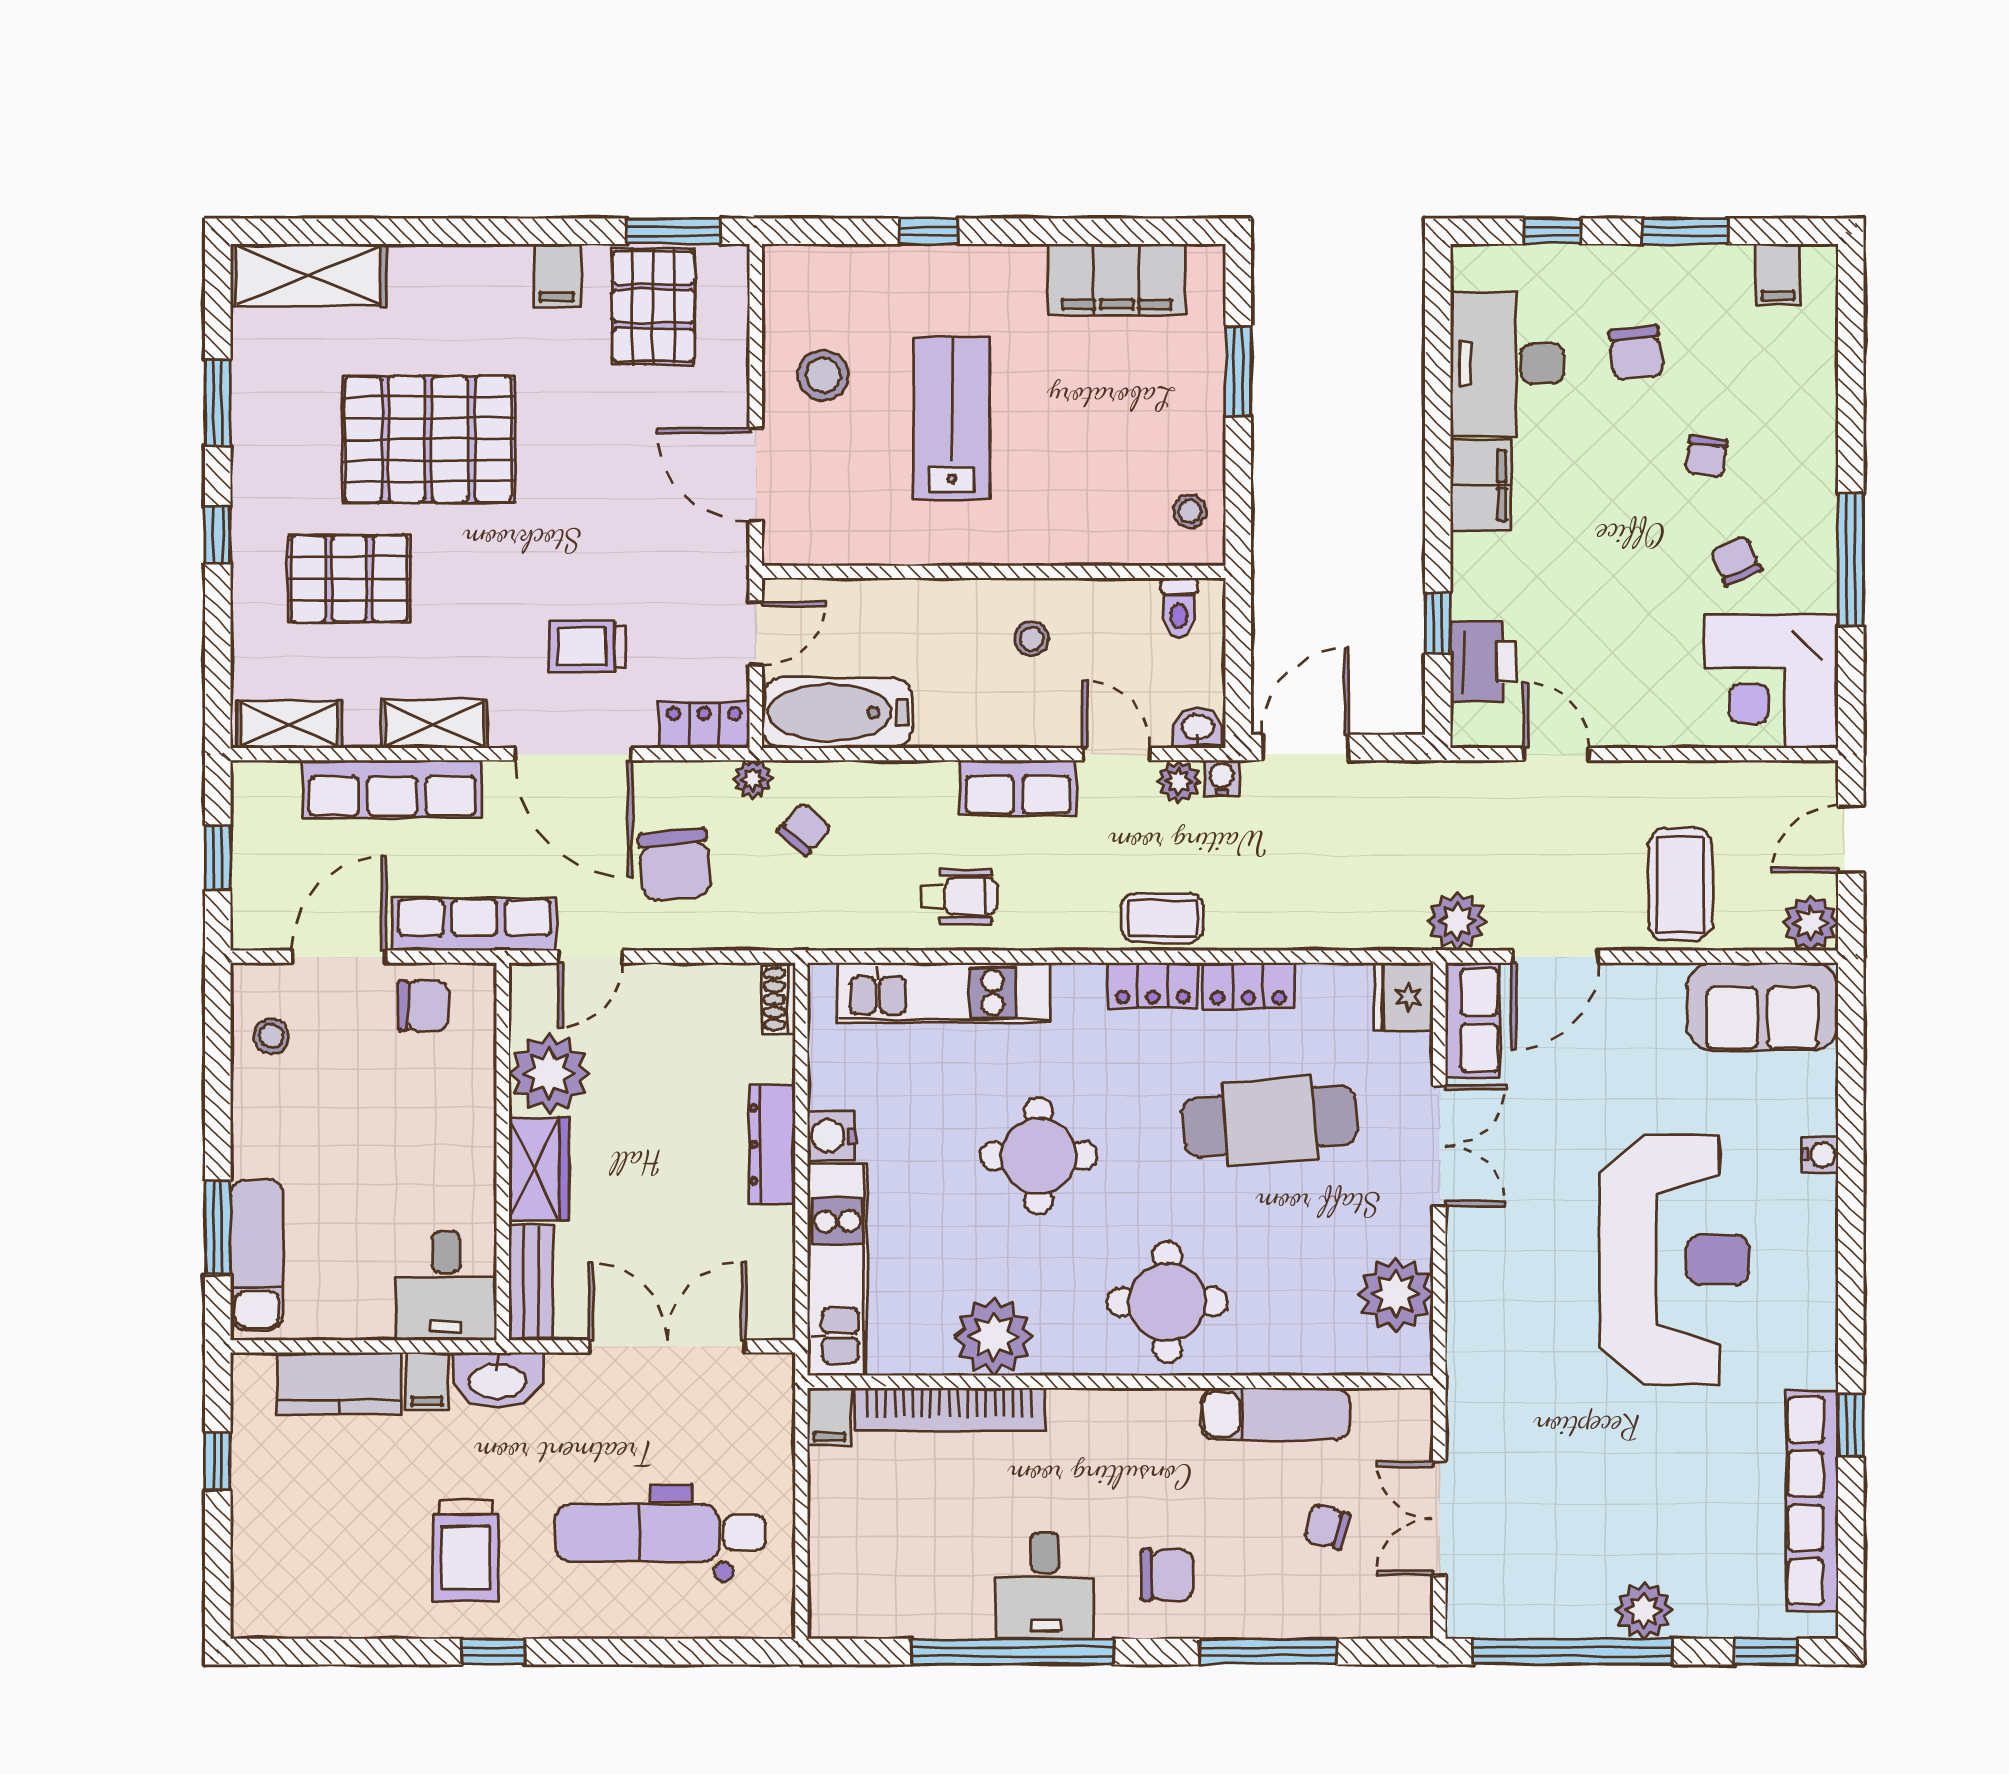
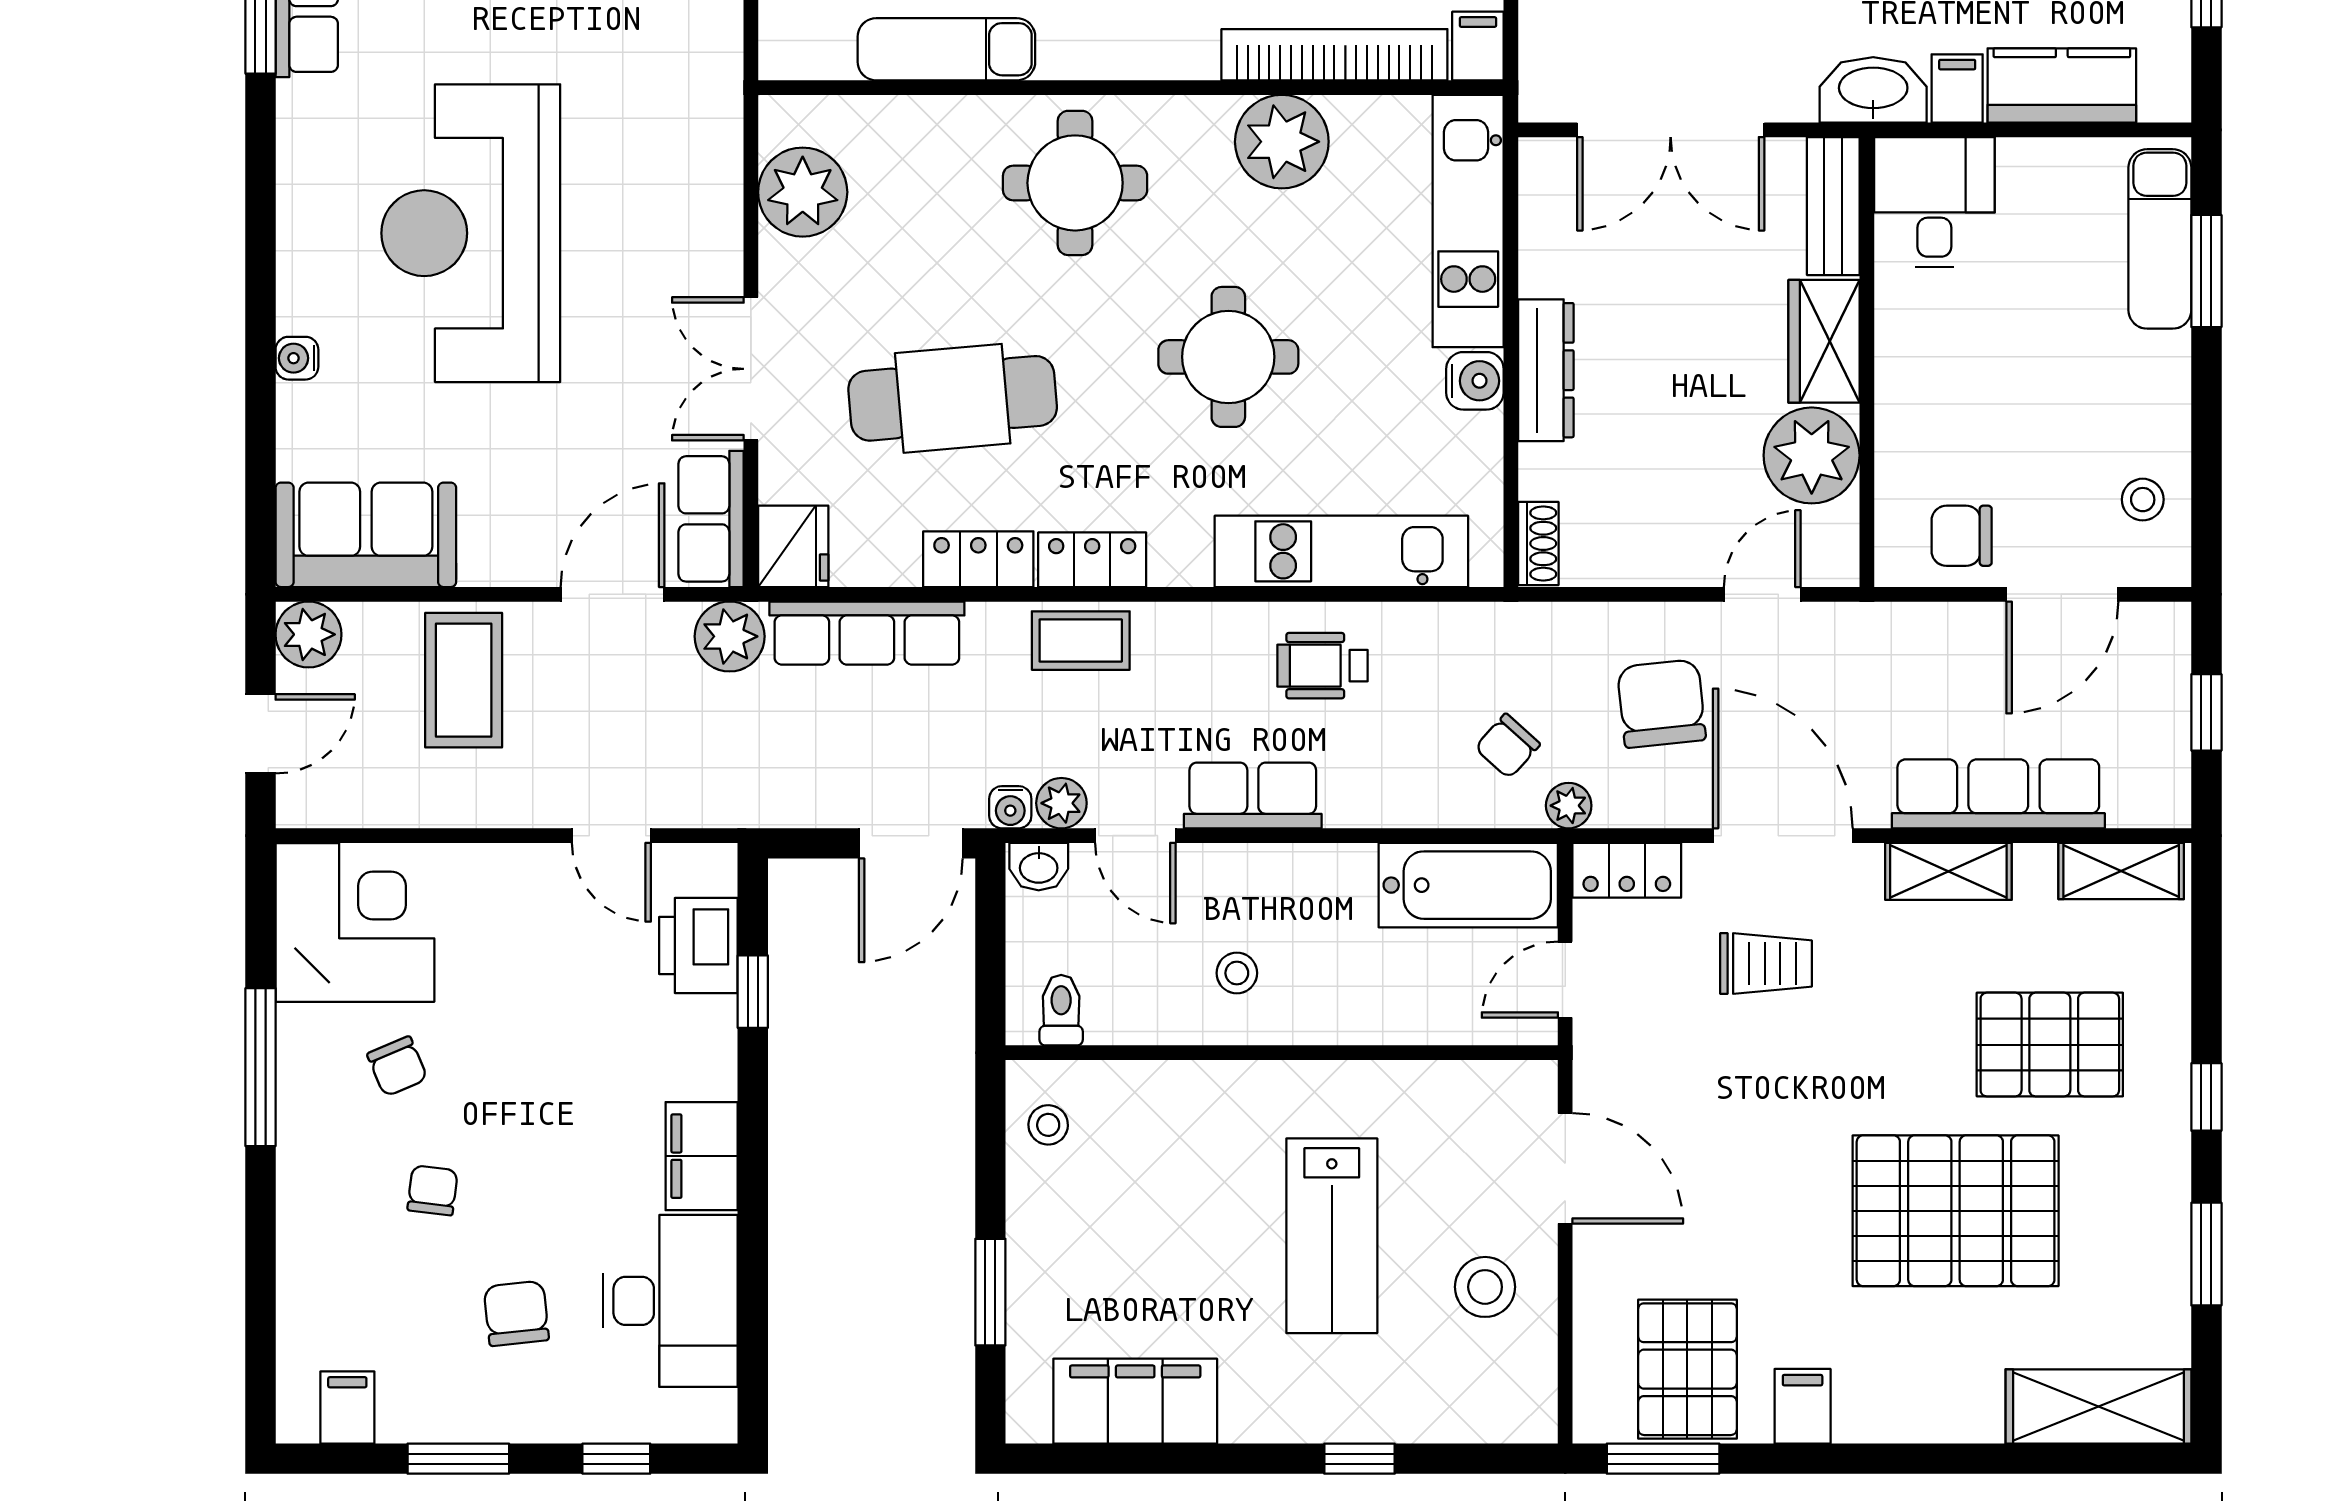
row of seats: (474, 924) -> (867, 633), moved

